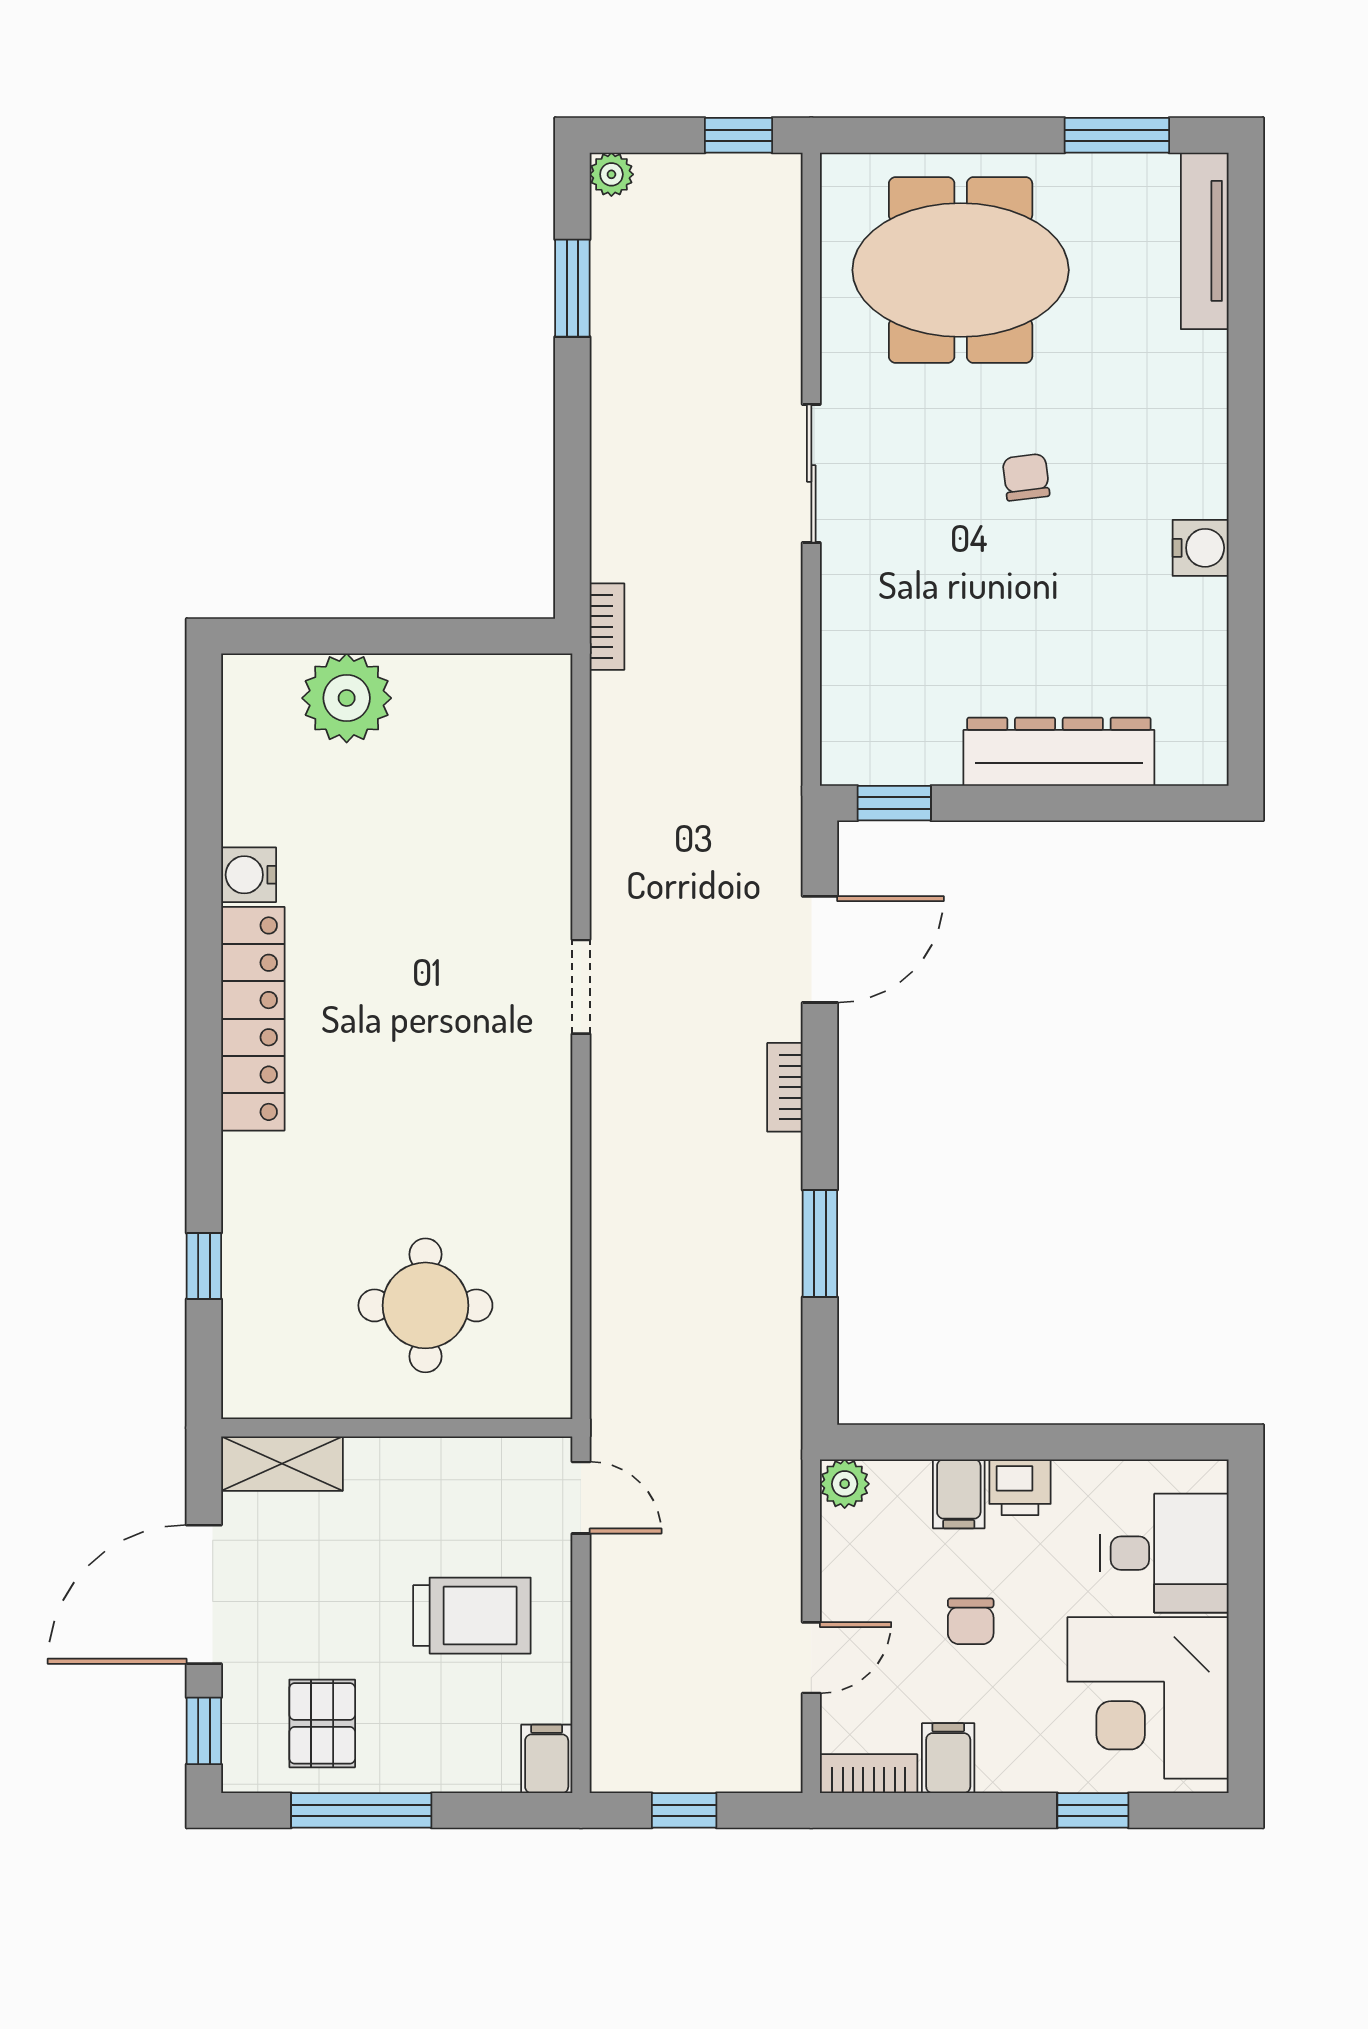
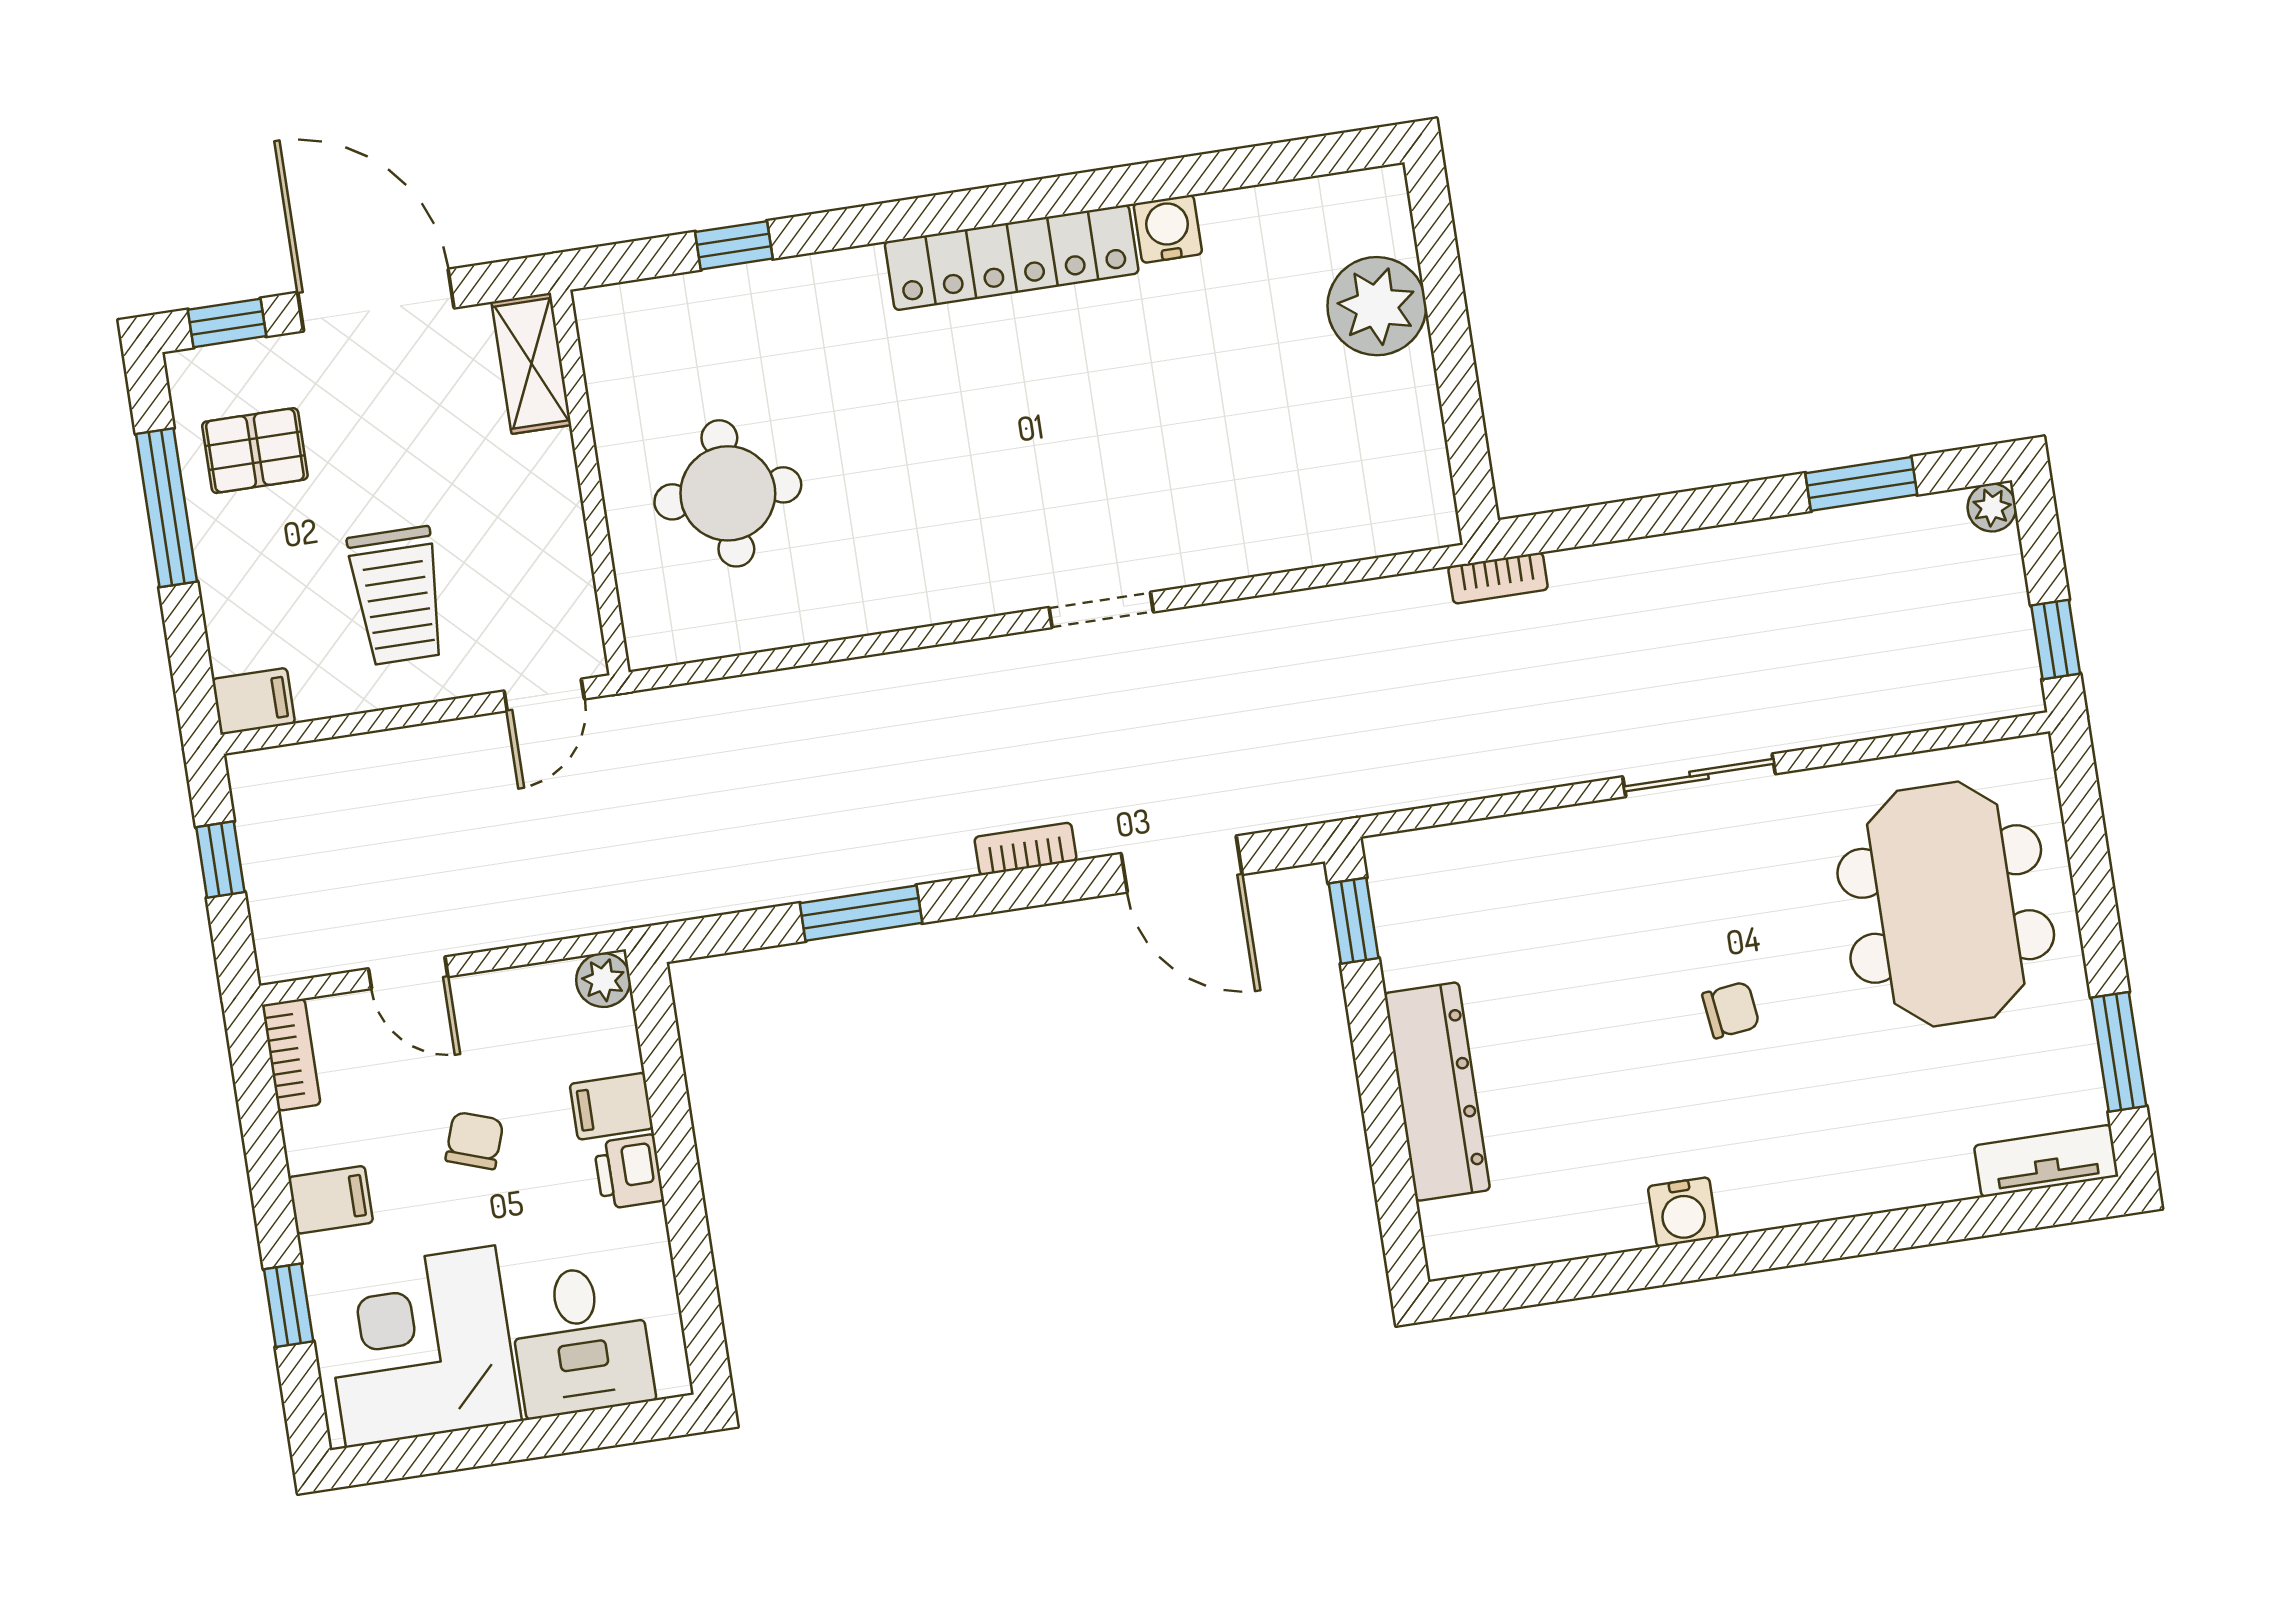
tv unit: (1205, 241) -> (2046, 1161), width x0.71
chair: (971, 1621) -> (474, 1141), turned 109
filing cabinet: (948, 1758) -> (331, 1200), moved

